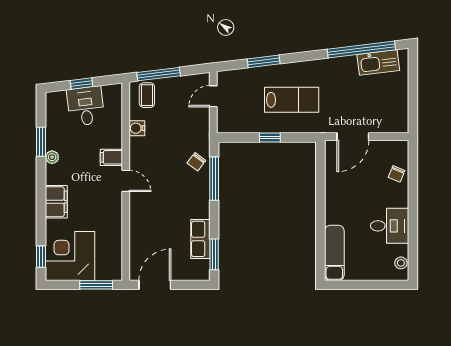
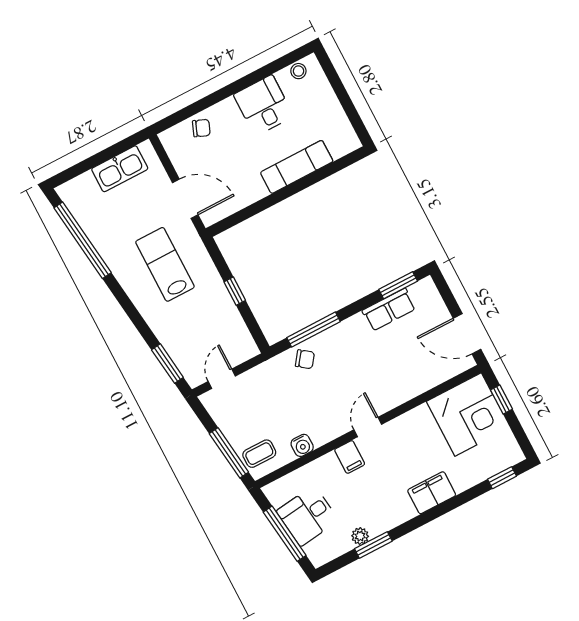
window: (264, 61) -> (167, 364), moved
kitchen sink: (378, 62) -> (120, 169), moved, turned 97
window: (81, 83) -> (285, 534), width x2.17
door: (213, 96) -> (222, 379), swing flipped
lab bench: (292, 100) -> (165, 264), moved
plant: (52, 157) -> (360, 536), moved
exam couch: (334, 253) -> (297, 167), moved
corner desk: (70, 256) -> (468, 414), moved, turned -90
window: (96, 285) -> (501, 400), width x0.67

